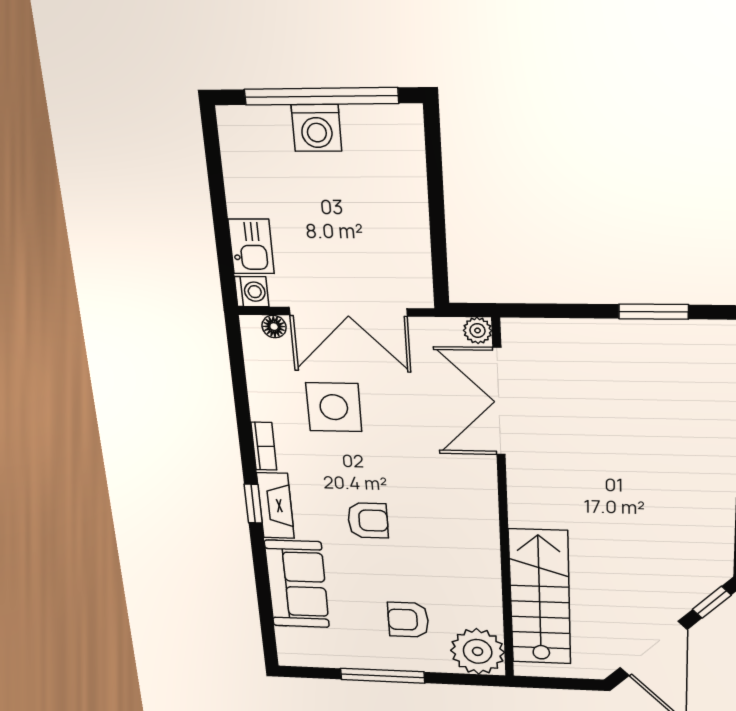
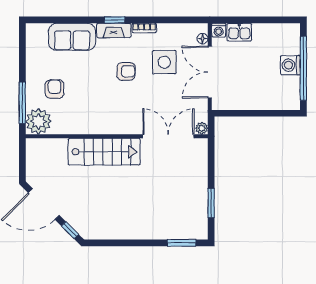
armchair: (368, 520) -> (126, 71), moved, turned -90
stairs: (540, 597) -> (104, 152), moved
window: (383, 676) -> (22, 103), moved

